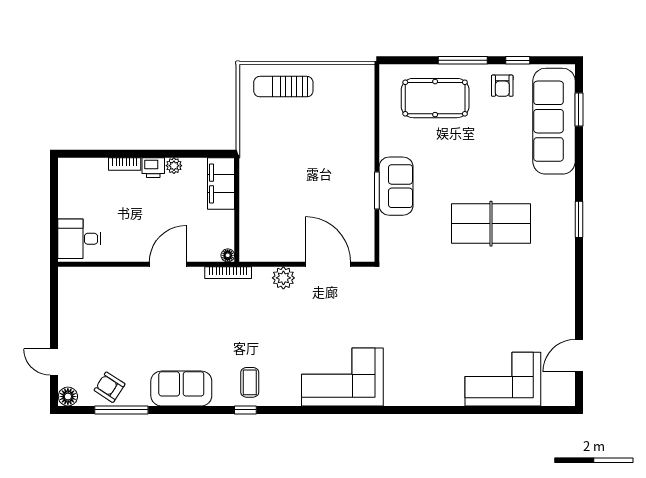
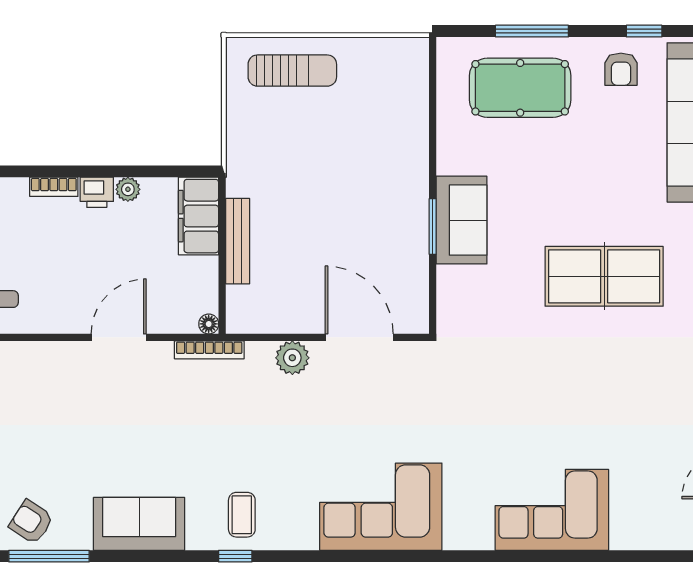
window: (463, 60) -> (532, 31), moved
sun lounger: (283, 87) -> (292, 71), turned 180
bench: (247, 200) -> (238, 241), added
corner sofa: (503, 379) -> (552, 510), moved

